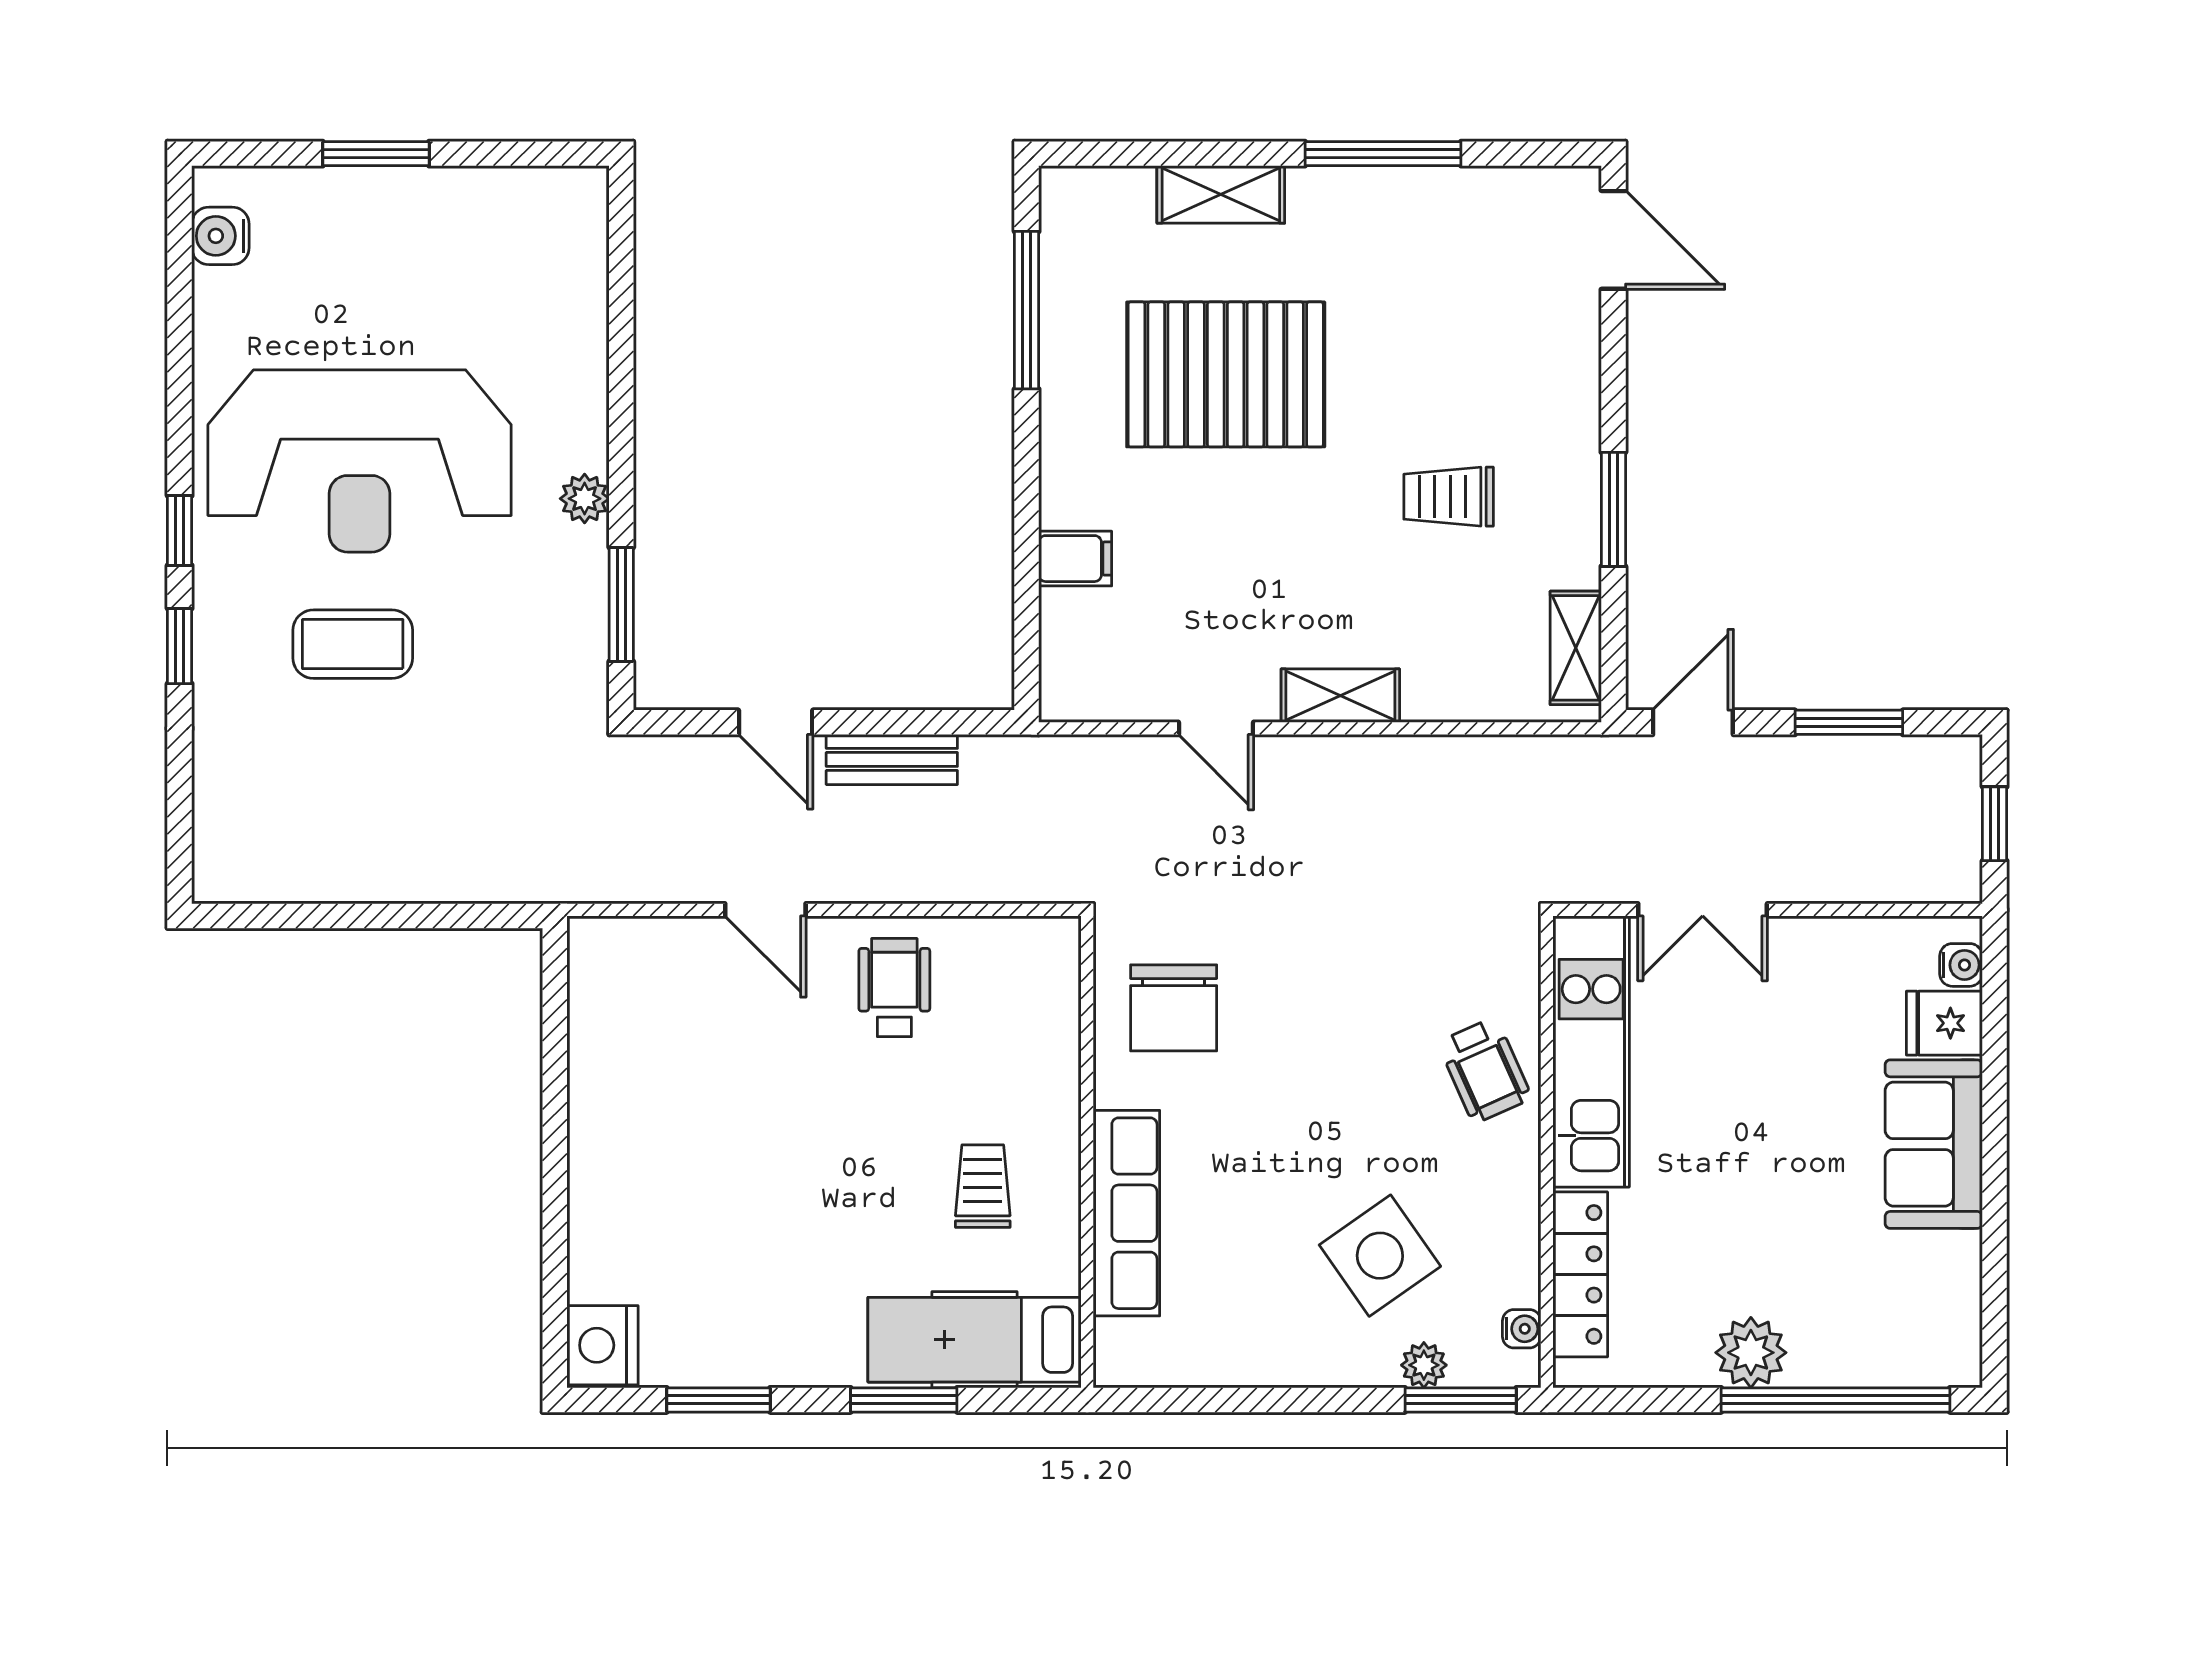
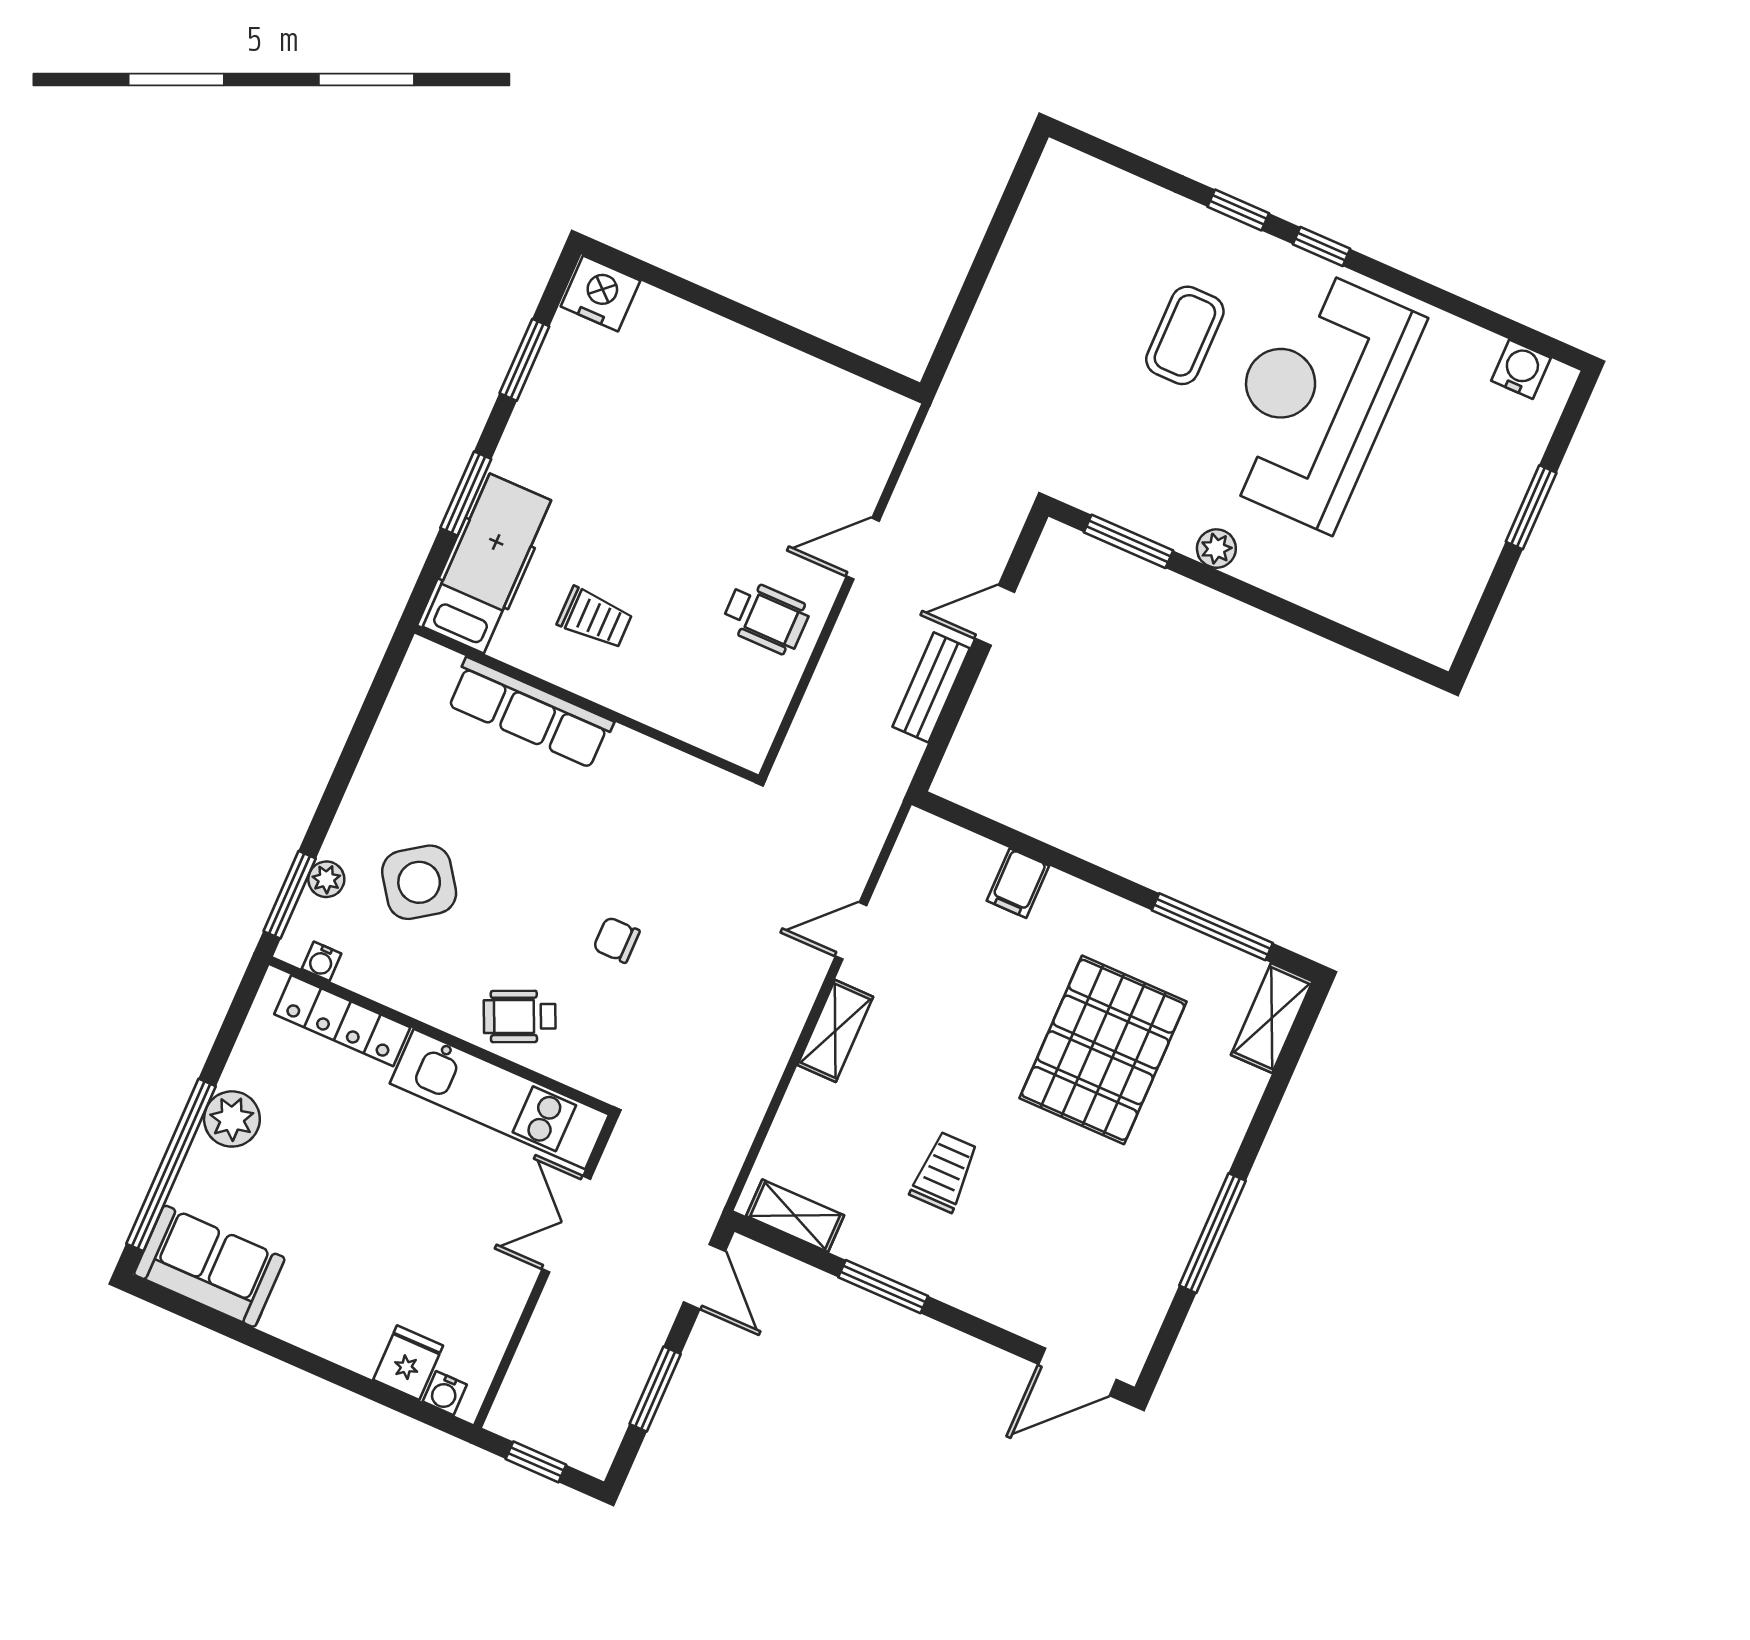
shelving: (1221, 194) -> (1272, 1018), moved
chair: (1174, 1008) -> (616, 940), moved, width x0.54, depth x0.54
sofa: (1934, 1144) -> (209, 1266), moved

